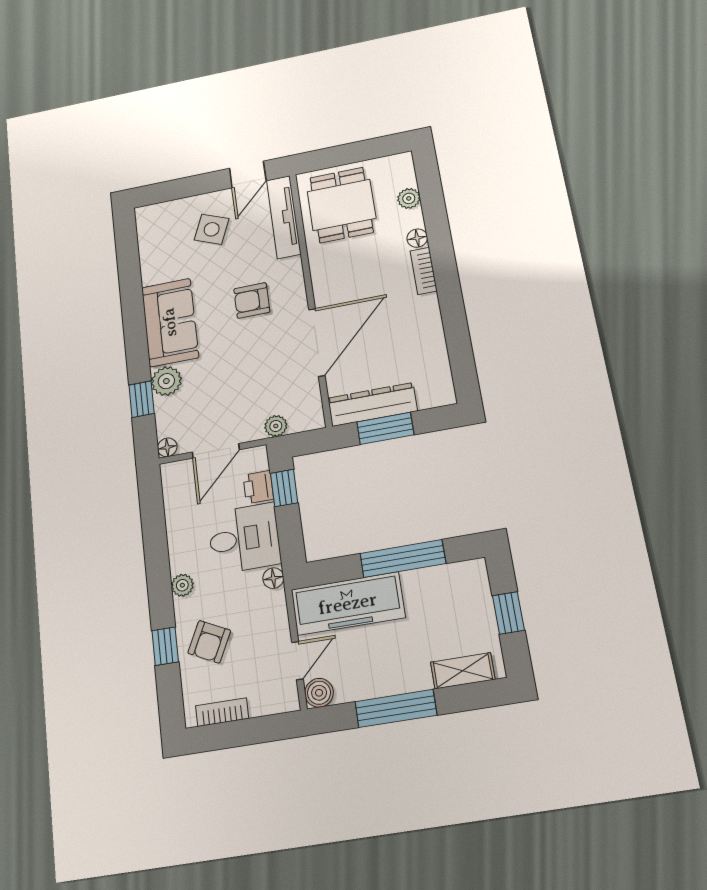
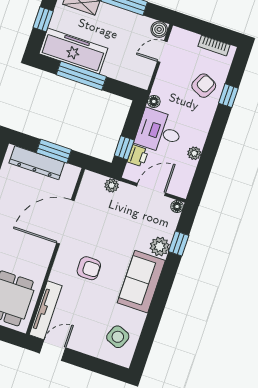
side table: (212, 229) -> (118, 337), moved
dresser: (372, 405) -> (37, 163), moved
plant: (182, 585) -> (194, 153), moved
freezer: (348, 604) -> (73, 51), moved

